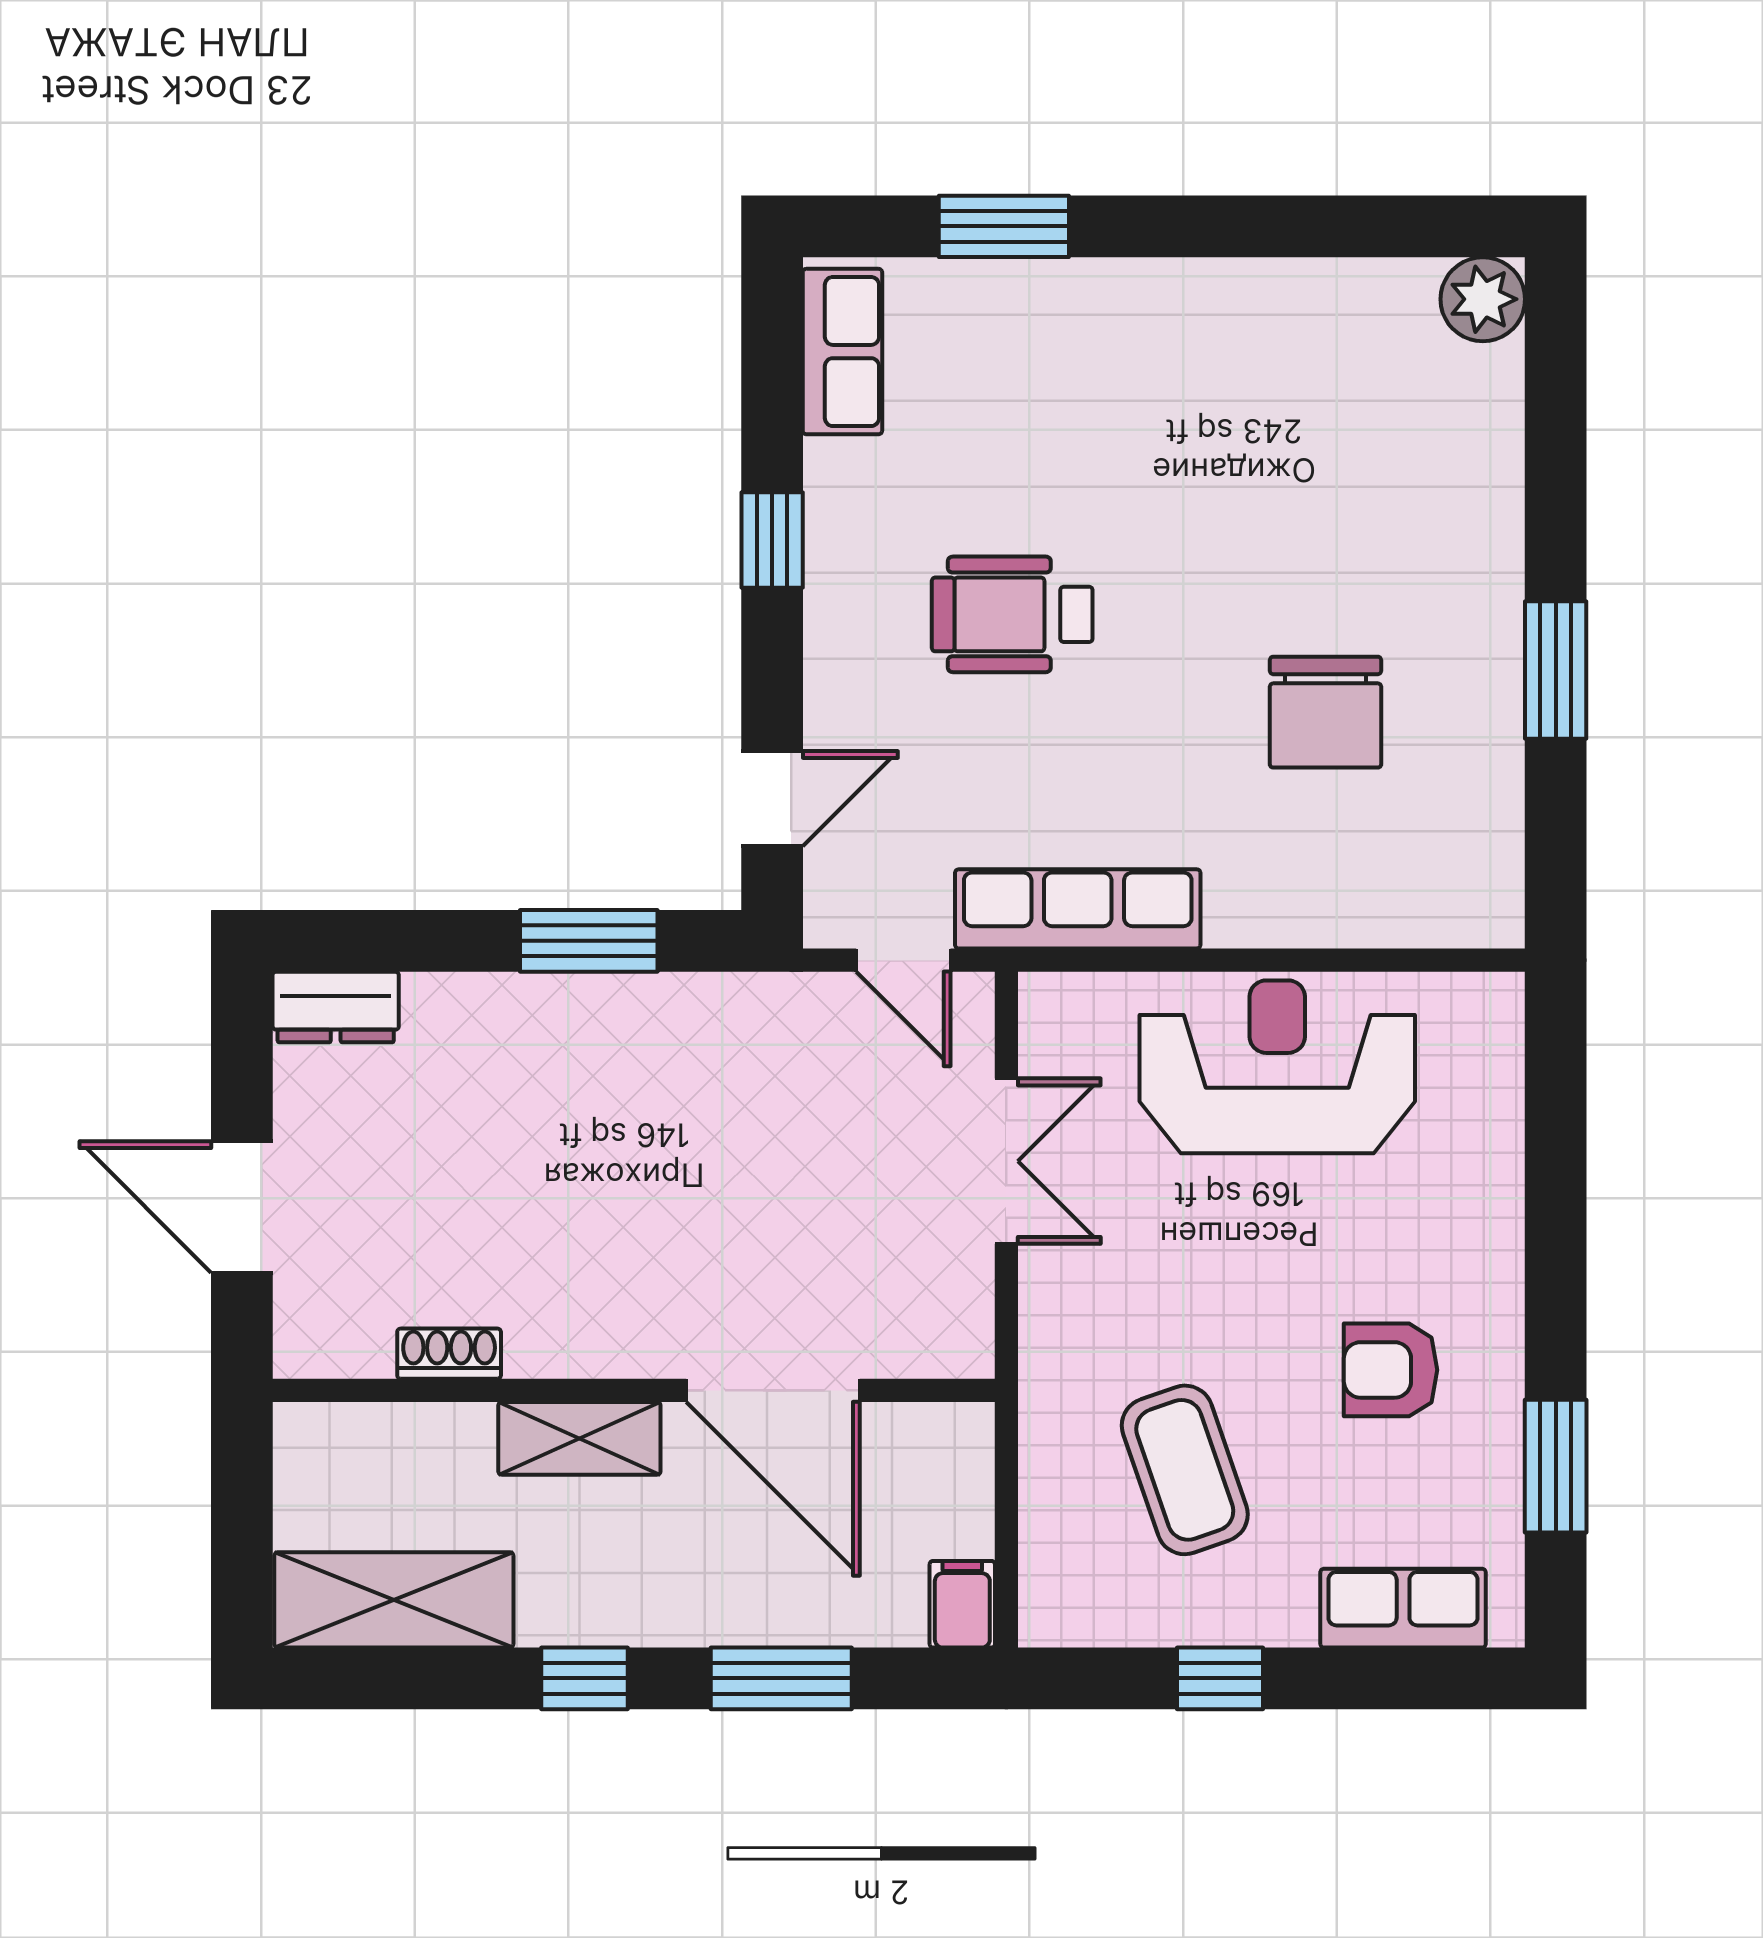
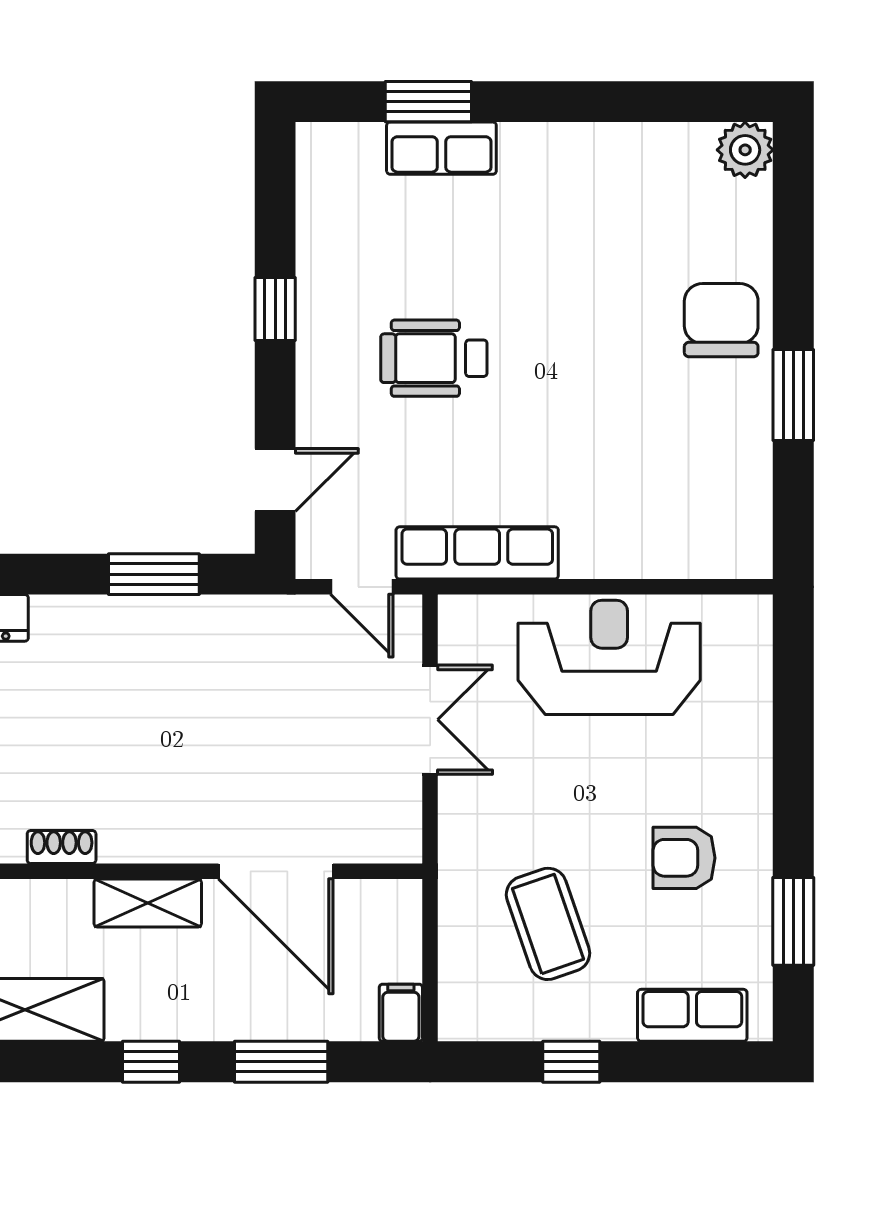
row of seats: (842, 352) -> (441, 148), moved, turned 90
chair: (1325, 712) -> (721, 320), moved, turned 180

